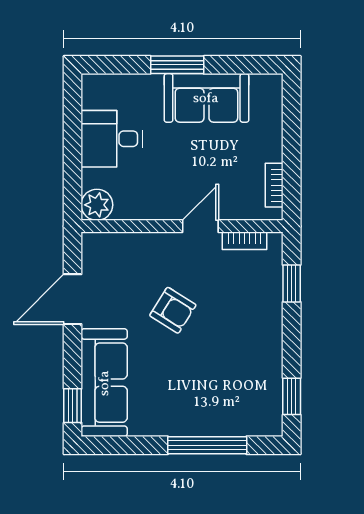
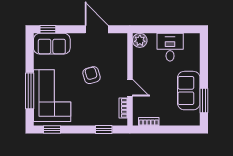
window: (177, 65) -> (204, 101), moved
armchair: (173, 310) -> (92, 75), turned 132
sofa: (104, 383) -> (52, 44), width x0.73
corner sofa: (218, 396) -> (52, 96), added

